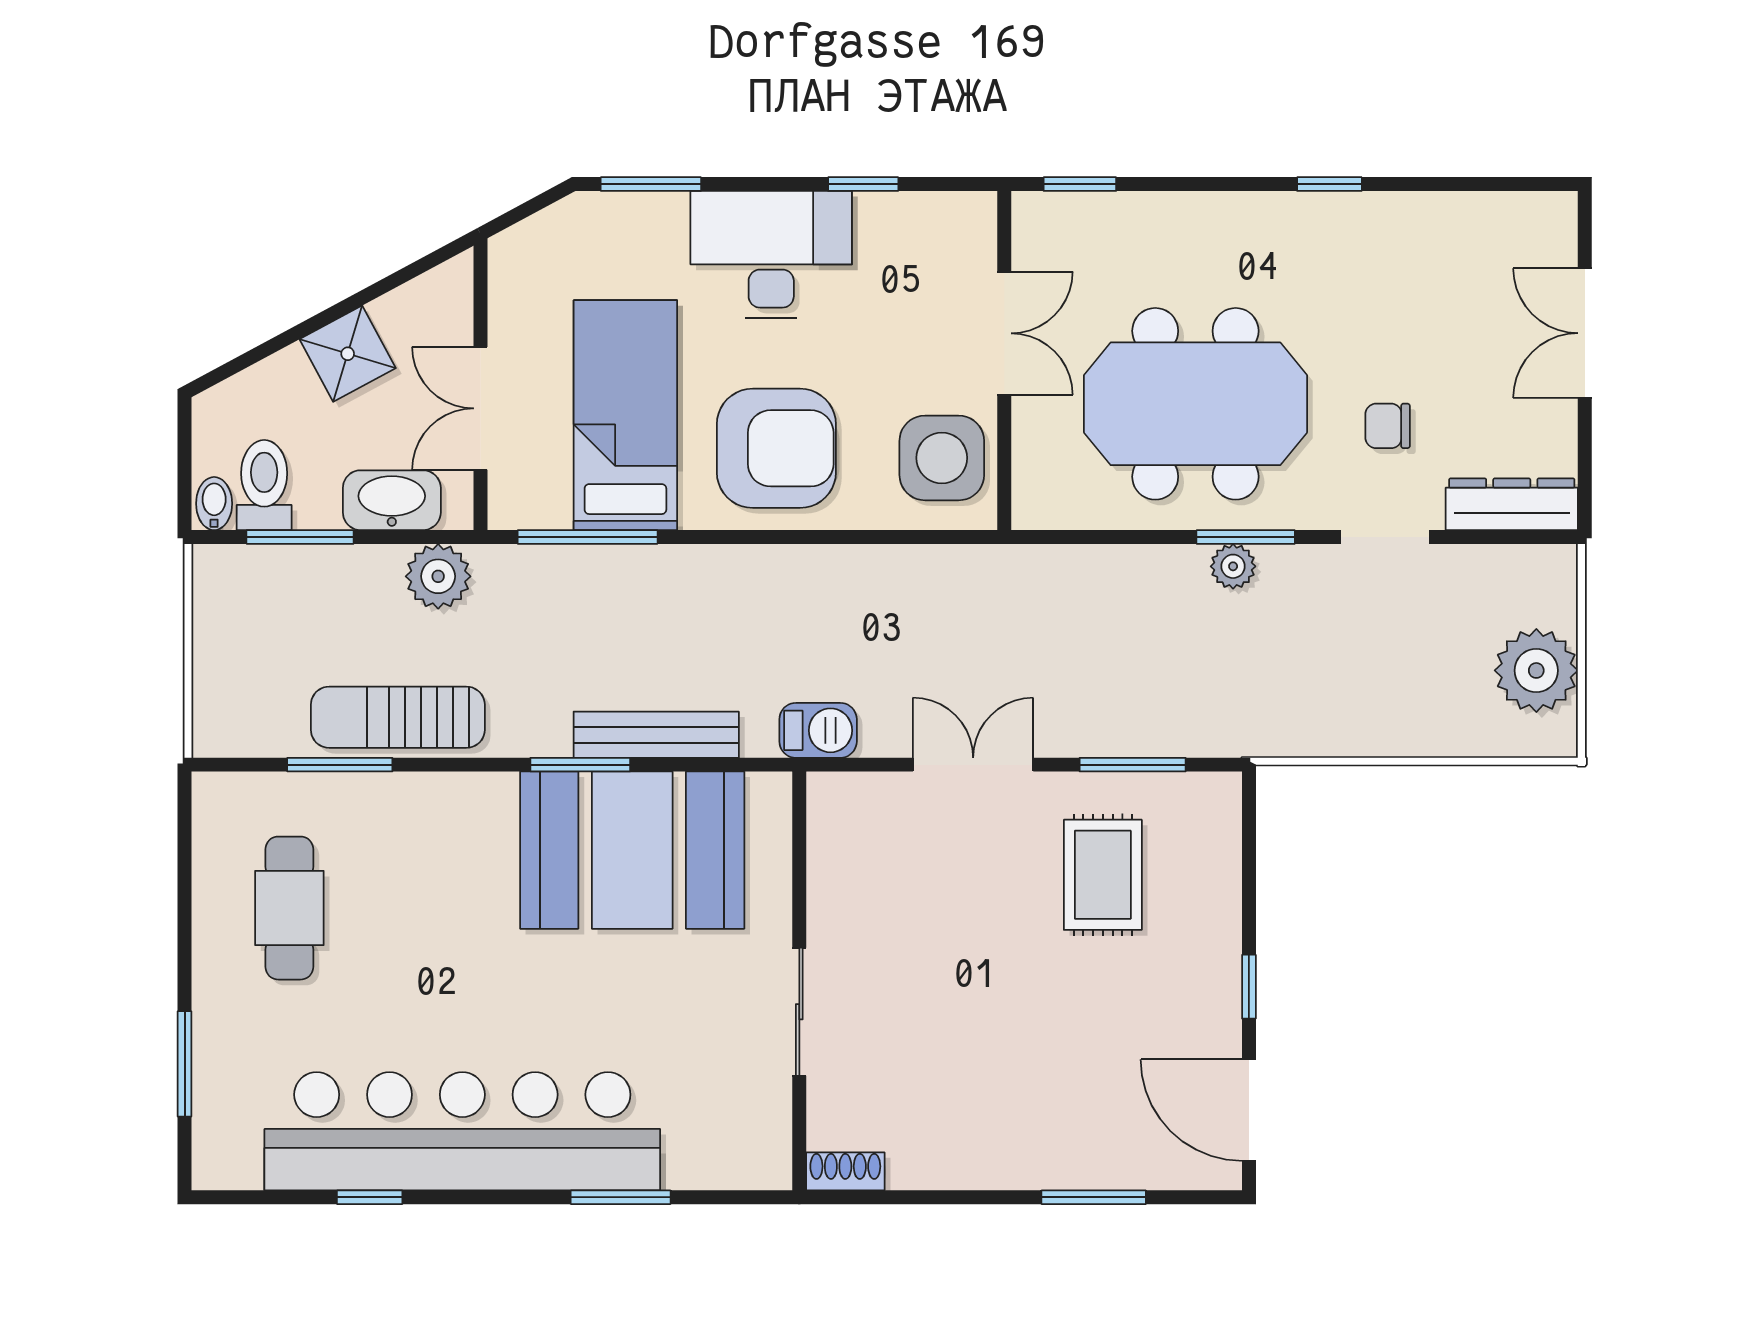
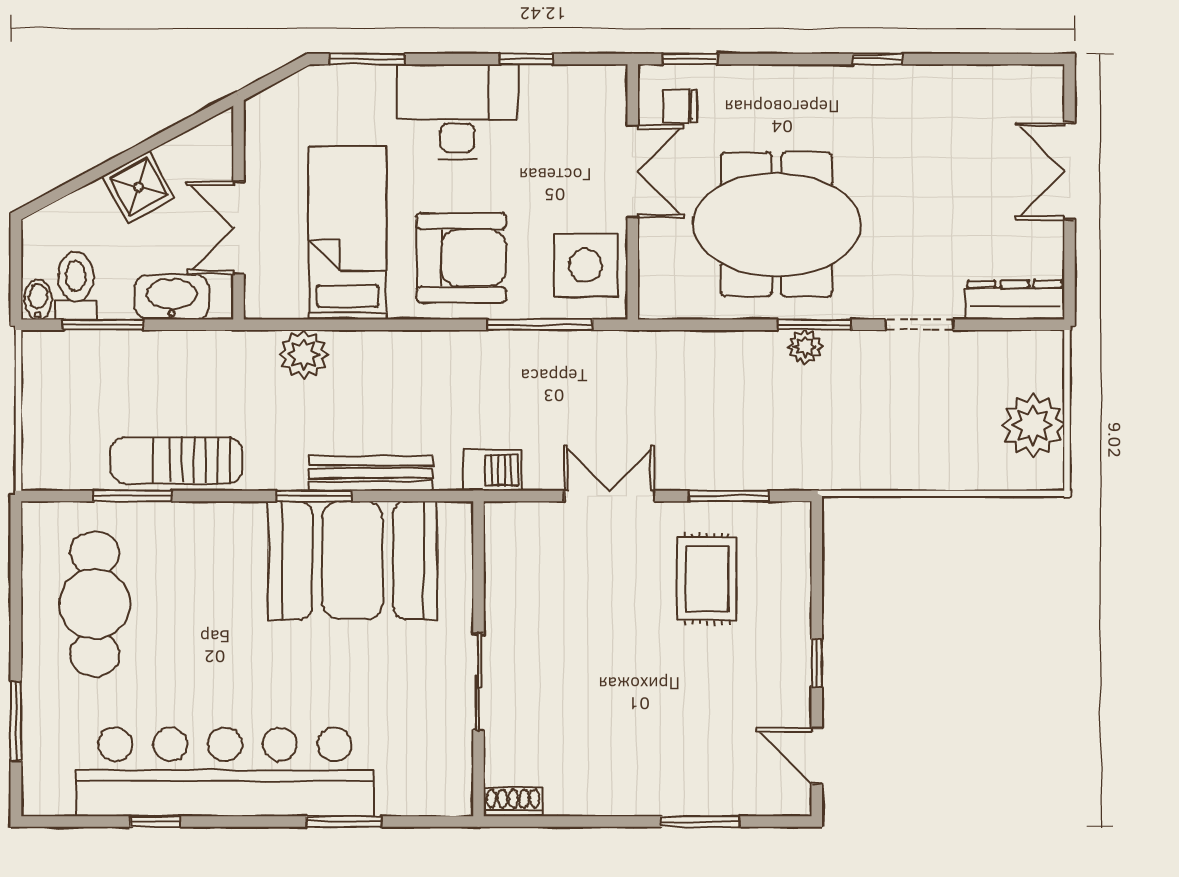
chair: (1388, 426) -> (680, 106), moved
window: (588, 537) -> (540, 325), moved
plant: (438, 576) -> (304, 354), moved
cafe table: (289, 908) -> (95, 604), width x1.37, depth x1.35
door: (1249, 1110) -> (817, 756), width x0.73

